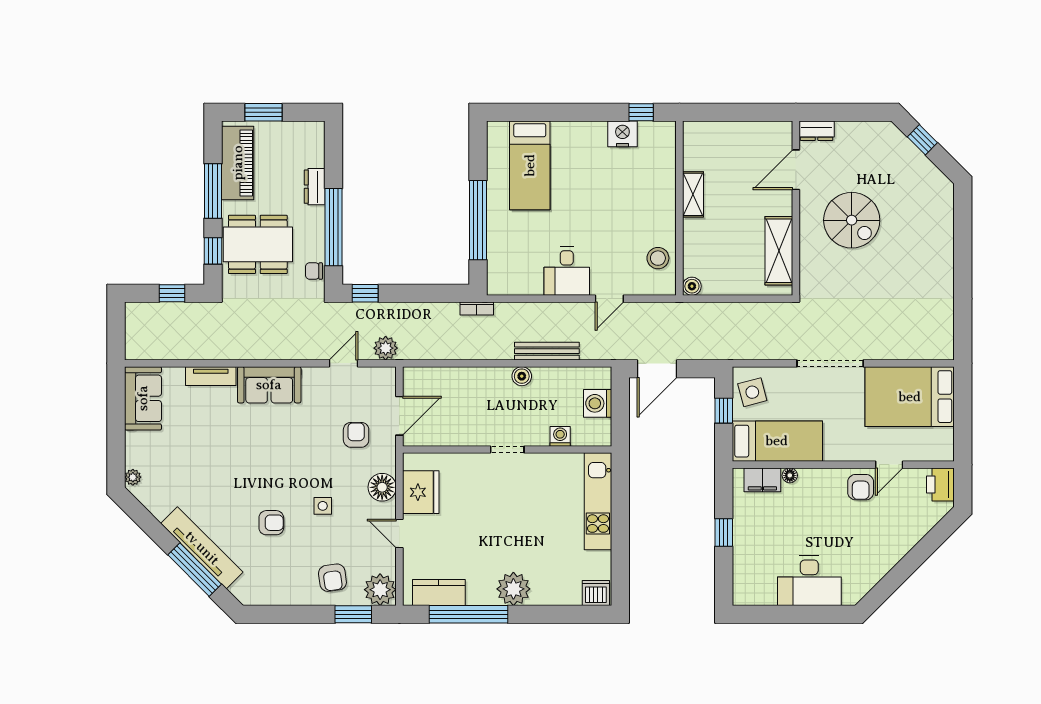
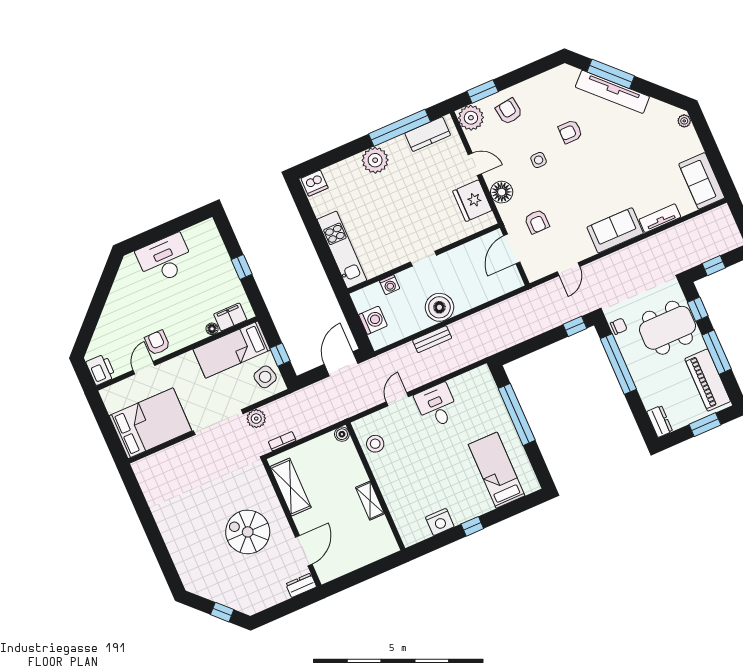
window: (641, 112) -> (472, 526), moved
dresser: (315, 187) -> (660, 421), moved
bookcase: (477, 309) -> (282, 441), moved
plant: (386, 348) -> (256, 419), moved
bench: (547, 351) -> (432, 339), width x0.73
boiler: (522, 376) -> (439, 307), width x1.86, depth x1.86

